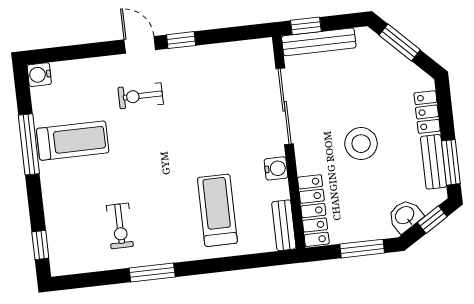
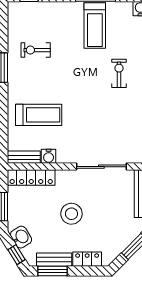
water cooler: (276, 168) -> (49, 156), moved

